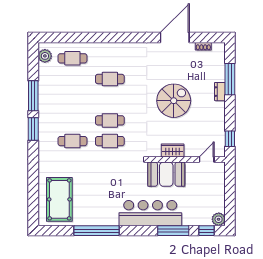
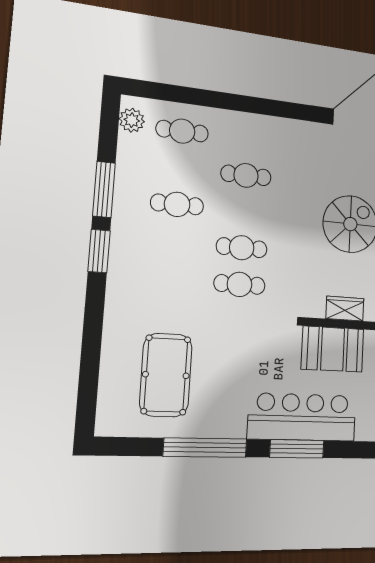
cafe table: (72, 141) -> (177, 204), moved
pool table: (59, 199) -> (166, 375), moved
window: (173, 231) -> (297, 449), moved

